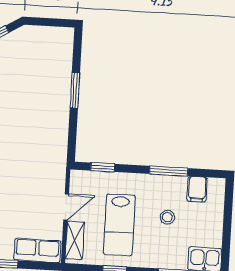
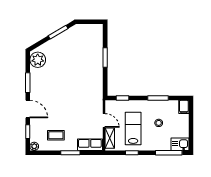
filing cabinet: (197, 189) -> (184, 107), moved
door: (66, 207) -> (104, 121), hinge flipped
lab bench: (119, 225) -> (133, 128), turned 180

